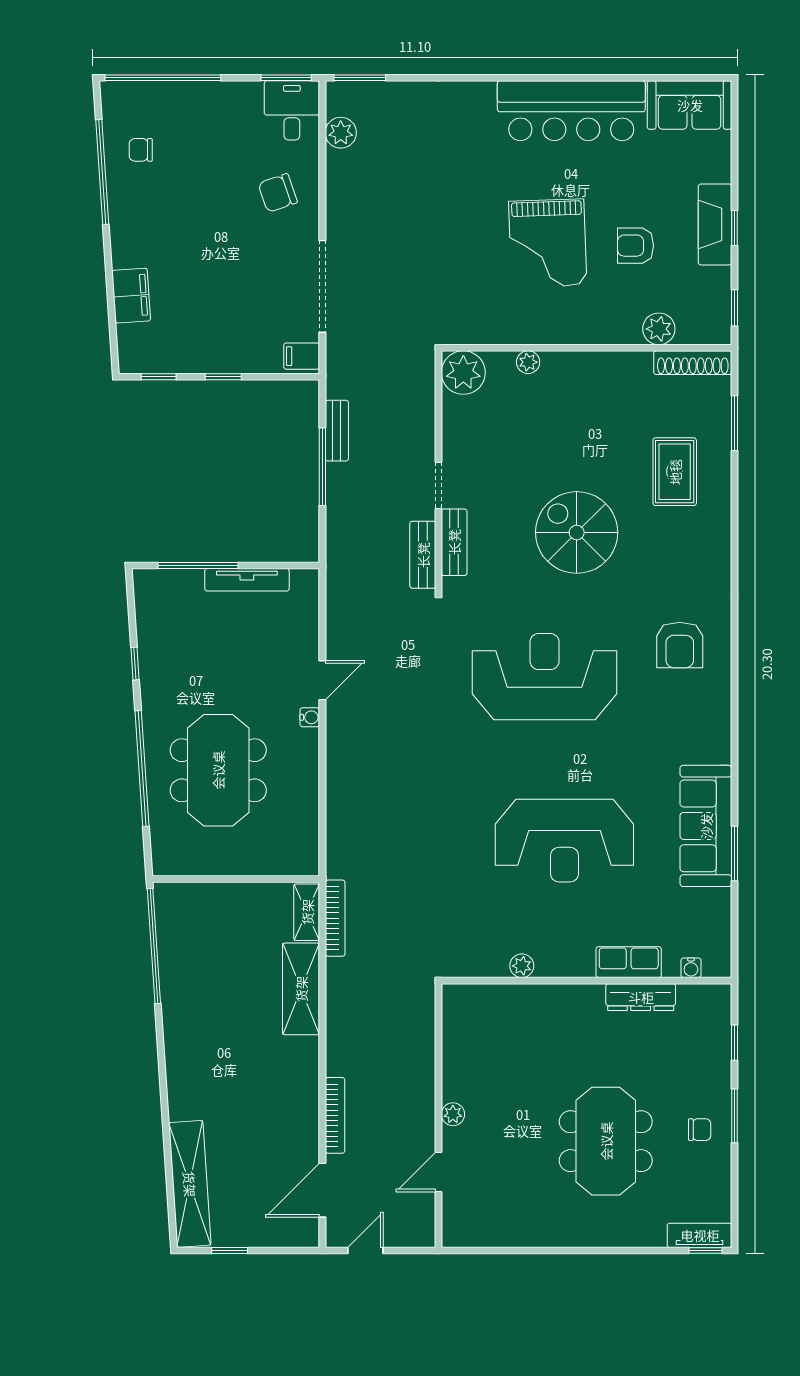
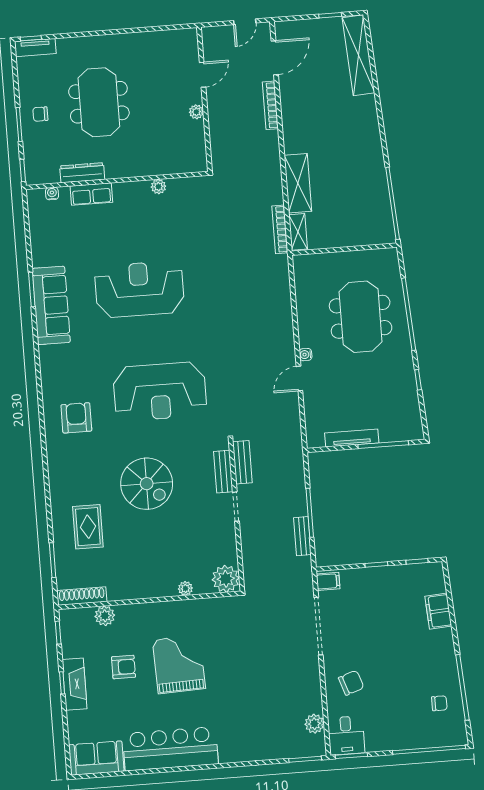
row of seats: (629, 962) -> (91, 194), moved
plant: (522, 966) -> (158, 187), moved
water cooler: (691, 968) -> (52, 194), moved
wall: (587, 981) -> (117, 180), moved
dresser: (641, 997) -> (82, 173), moved

